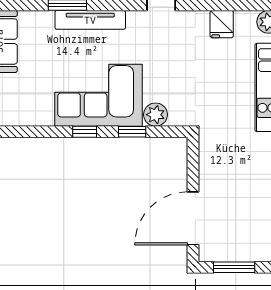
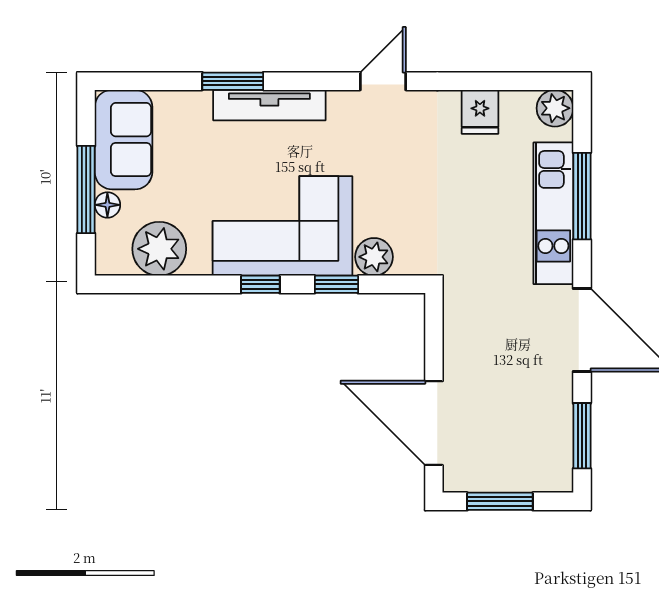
plant: (21, 110) -> (159, 249), added
door: (193, 218) -> (434, 423), hinge flipped

